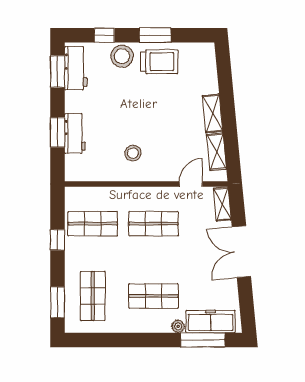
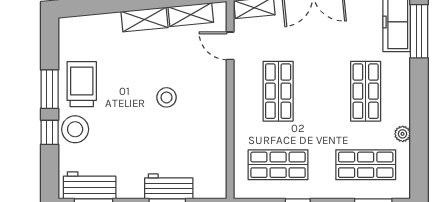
window: (104, 35) -> (50, 132), moved
stool: (133, 153) -> (166, 97), moved
shop shelf: (93, 224) -> (278, 165), turned 90
plant: (178, 326) -> (403, 134), moved

